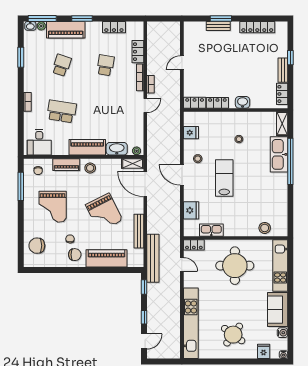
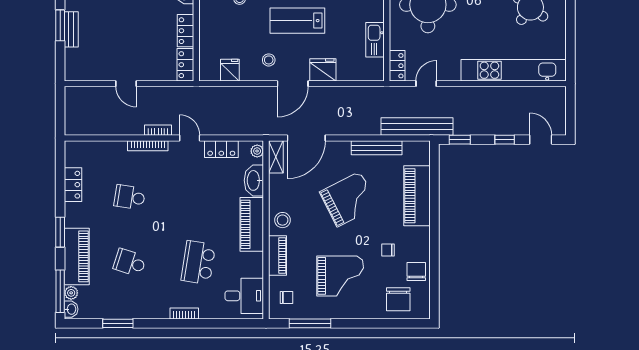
locker: (138, 52) -> (221, 149), moved
fridge: (191, 210) -> (323, 70), moved
chair: (75, 255) -> (416, 272), moved

